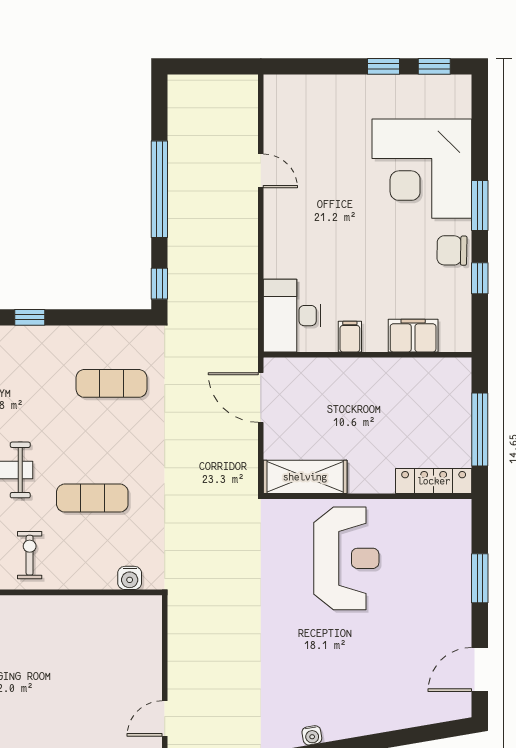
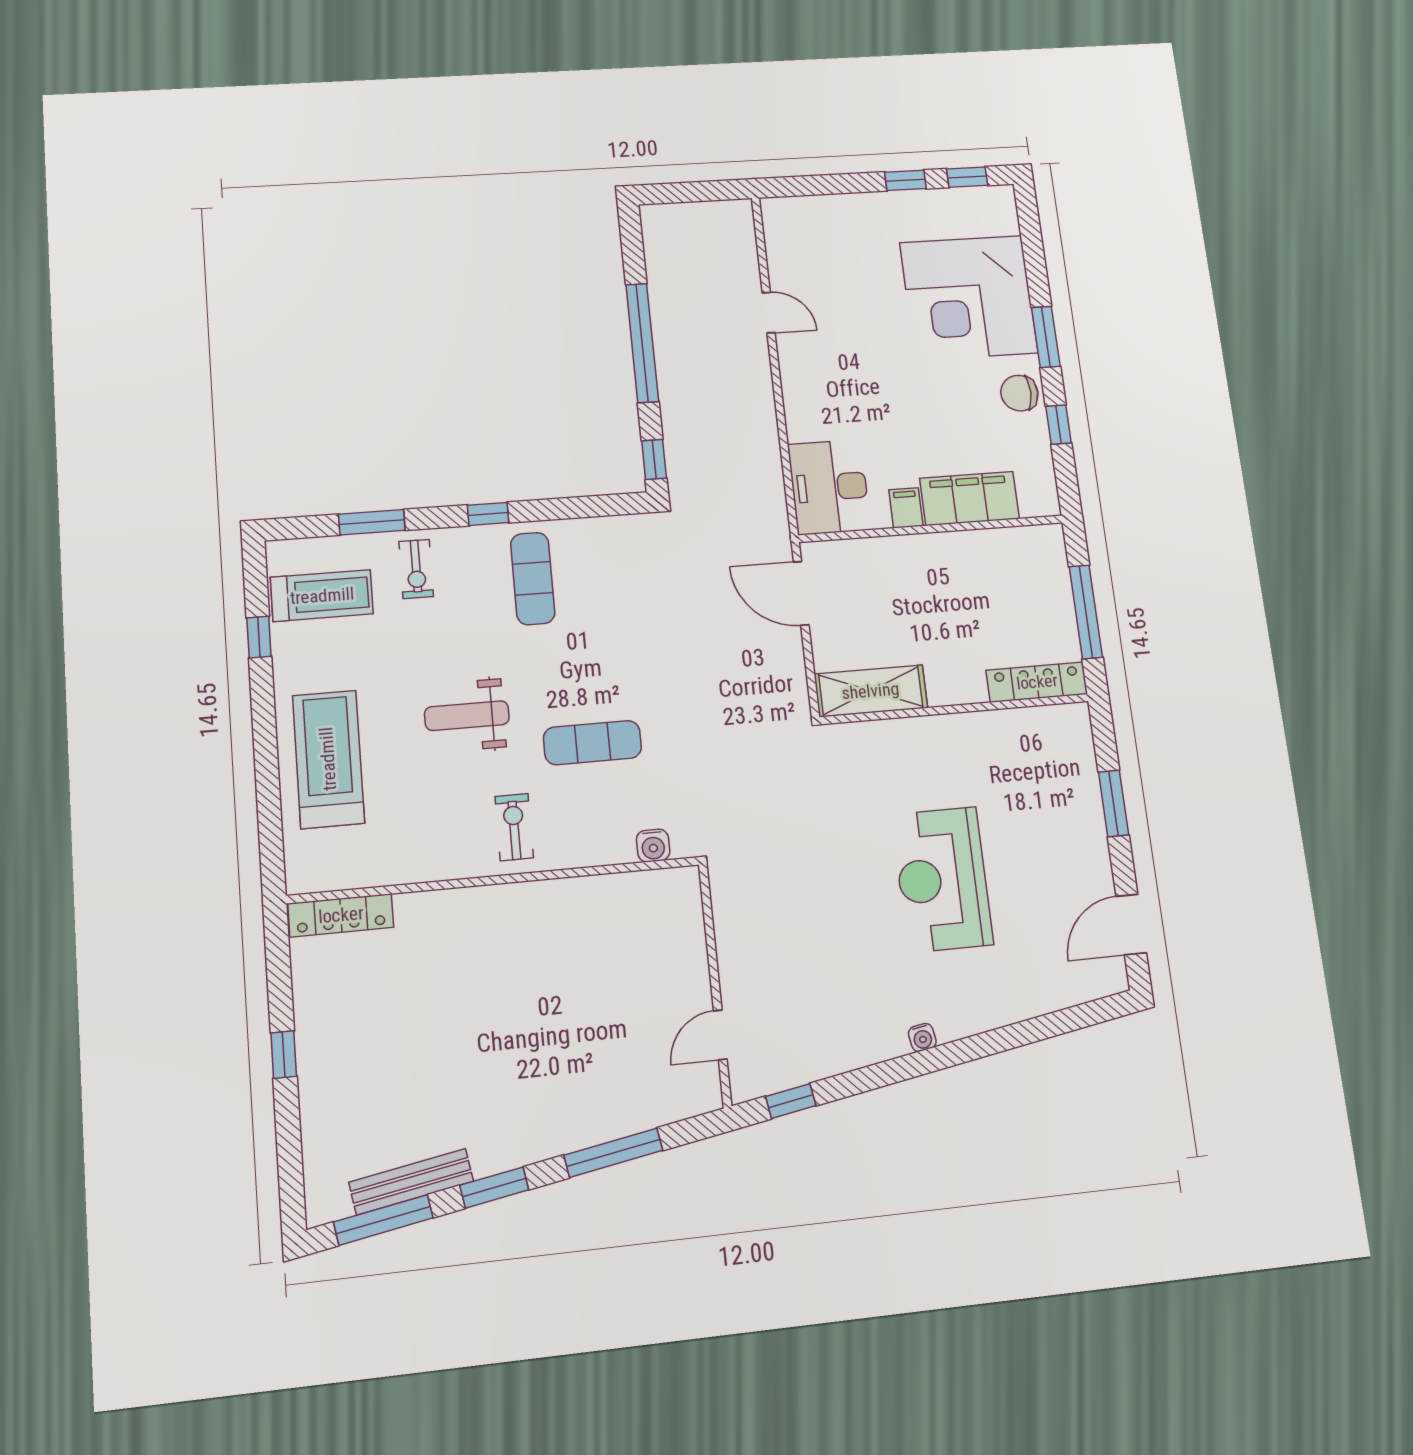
filing cabinet: (413, 336) -> (969, 498), width x1.50, depth x1.17
exercise mat: (111, 383) -> (533, 579), moved, turned 90
reception desk: (346, 558) -> (942, 879), moved, turned 180

